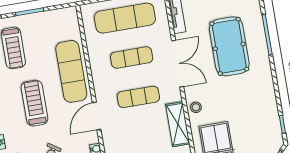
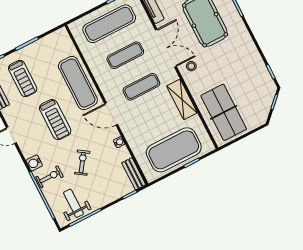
treadmill: (34, 103) -> (55, 120), turned 180
stool: (196, 107) -> (191, 66), moved
door: (97, 116) -> (111, 114), hinge flipped

